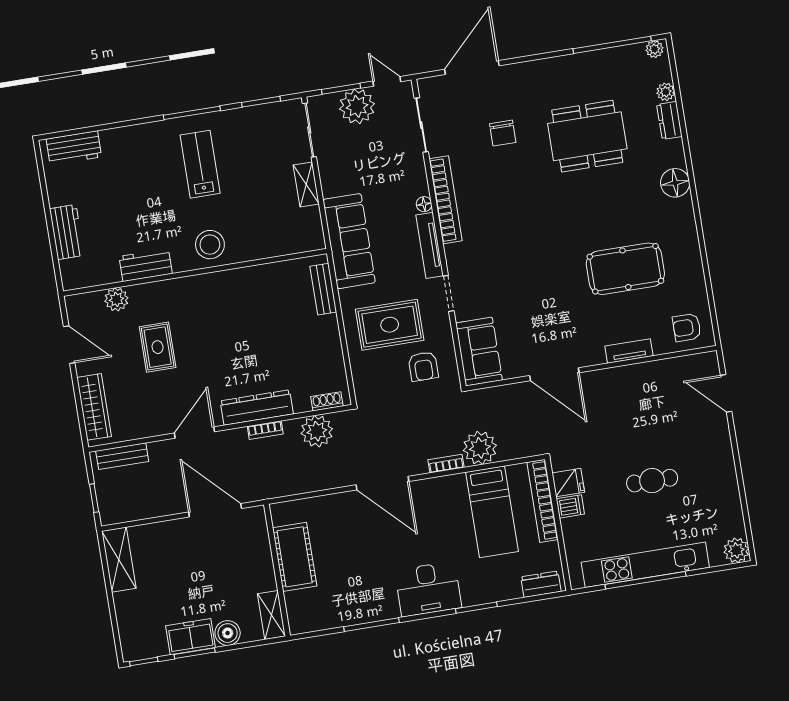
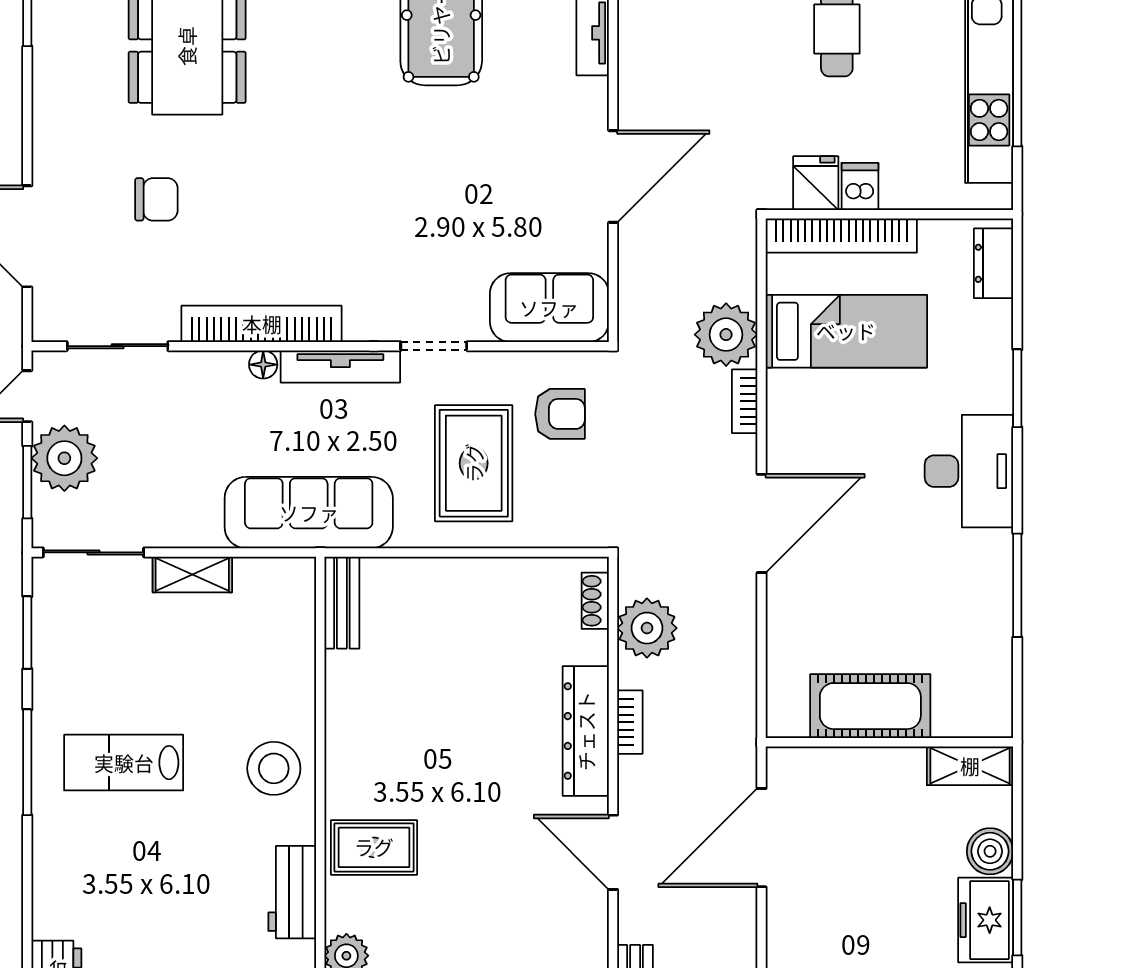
bench: (323, 289) -> (342, 603), moved, turned 90
rug: (158, 347) -> (374, 847), moved

